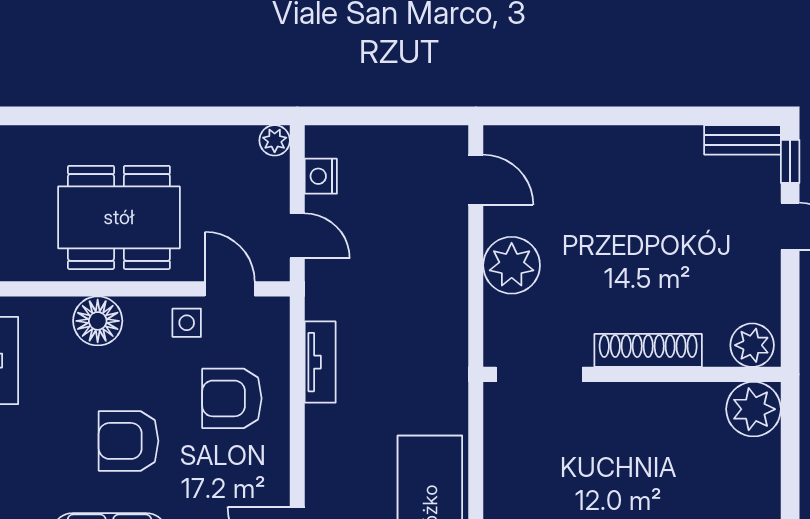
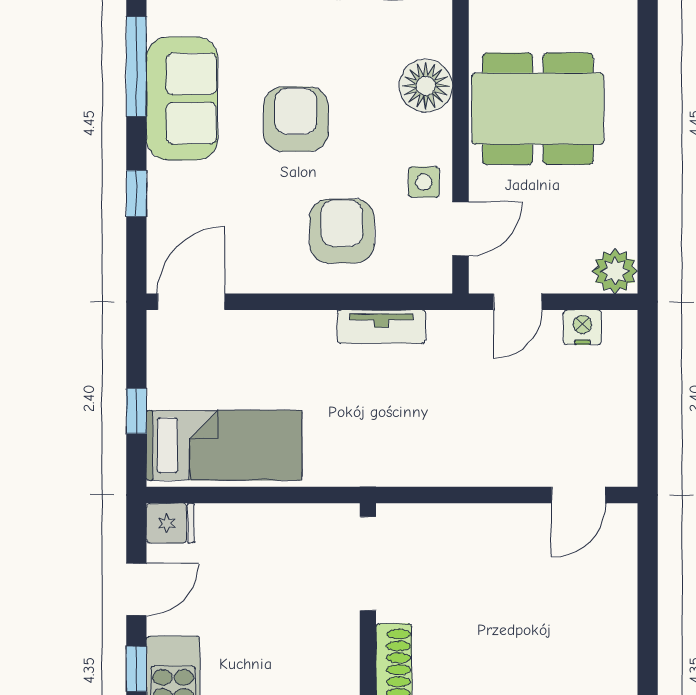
plant: (275, 140) -> (615, 271), width x1.38, depth x1.38
dining table: (119, 217) -> (538, 109), turned 90
plant: (512, 265) -> (486, 534), removed

